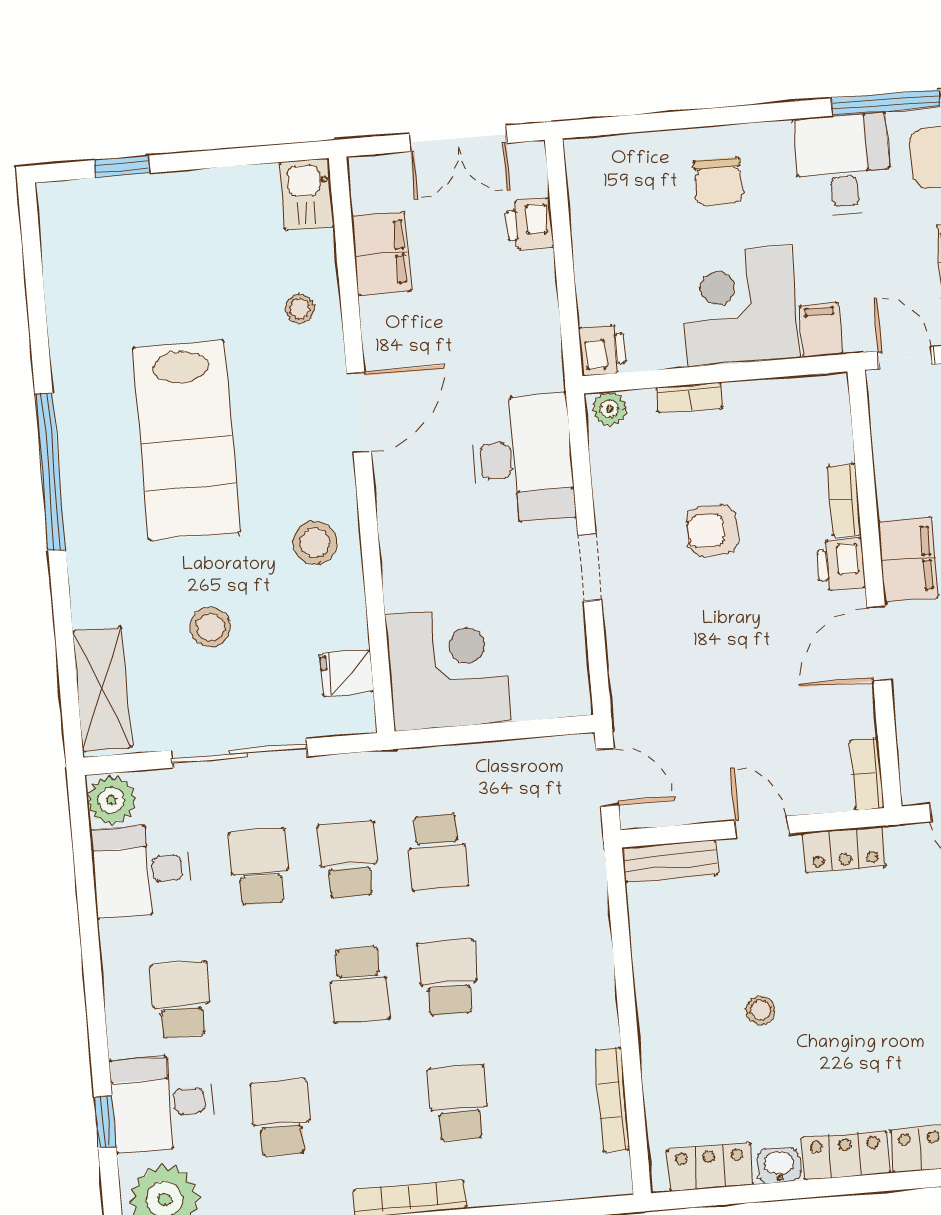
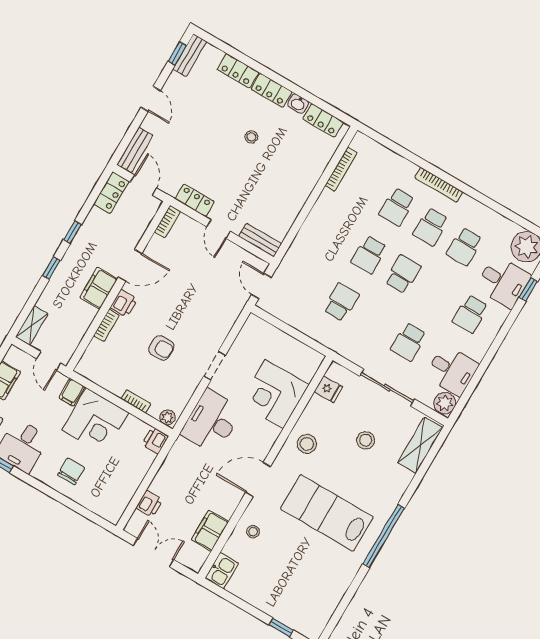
lab bench: (187, 440) -> (327, 513), turned -90
corner desk: (448, 668) -> (274, 394), moved
school desk: (349, 859) -> (431, 227), moved
stool: (760, 1010) -> (251, 137), moved

